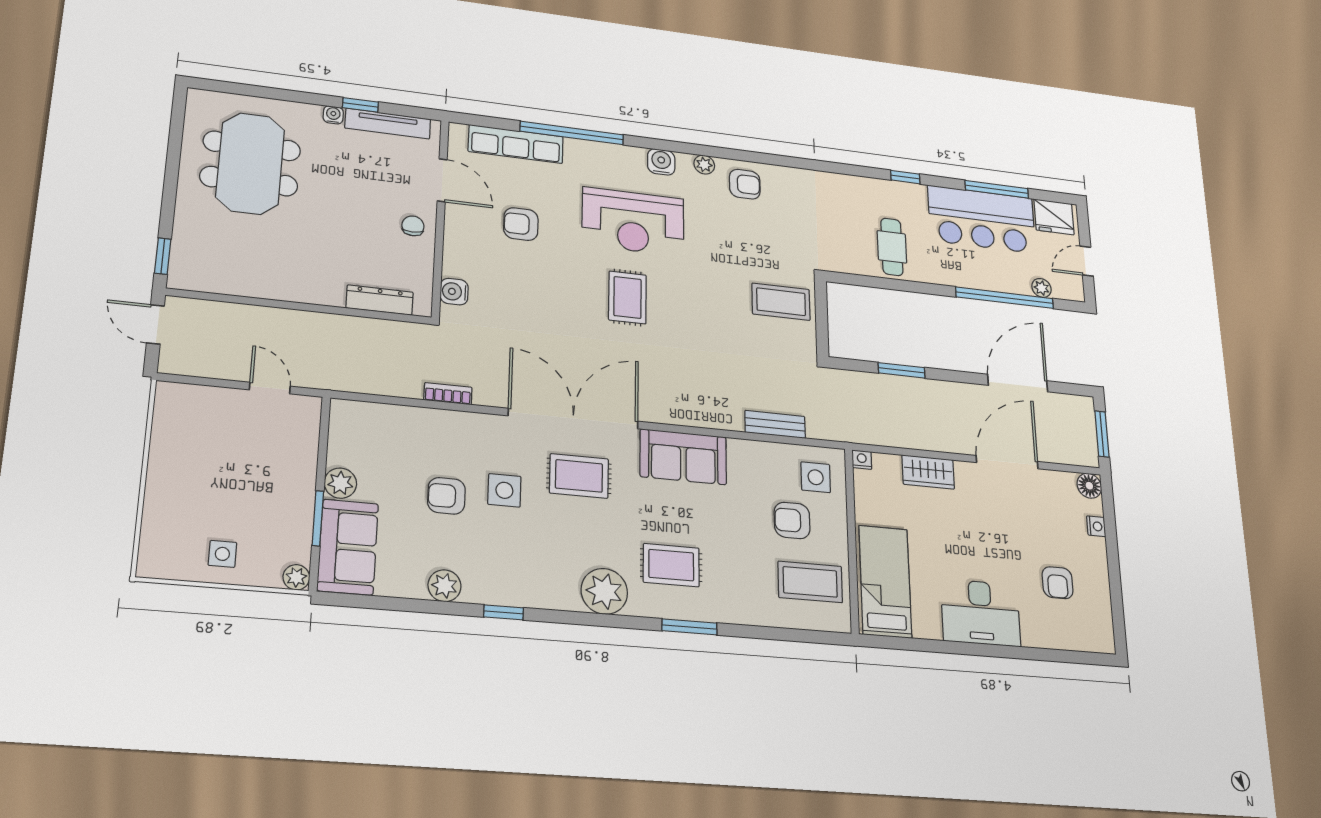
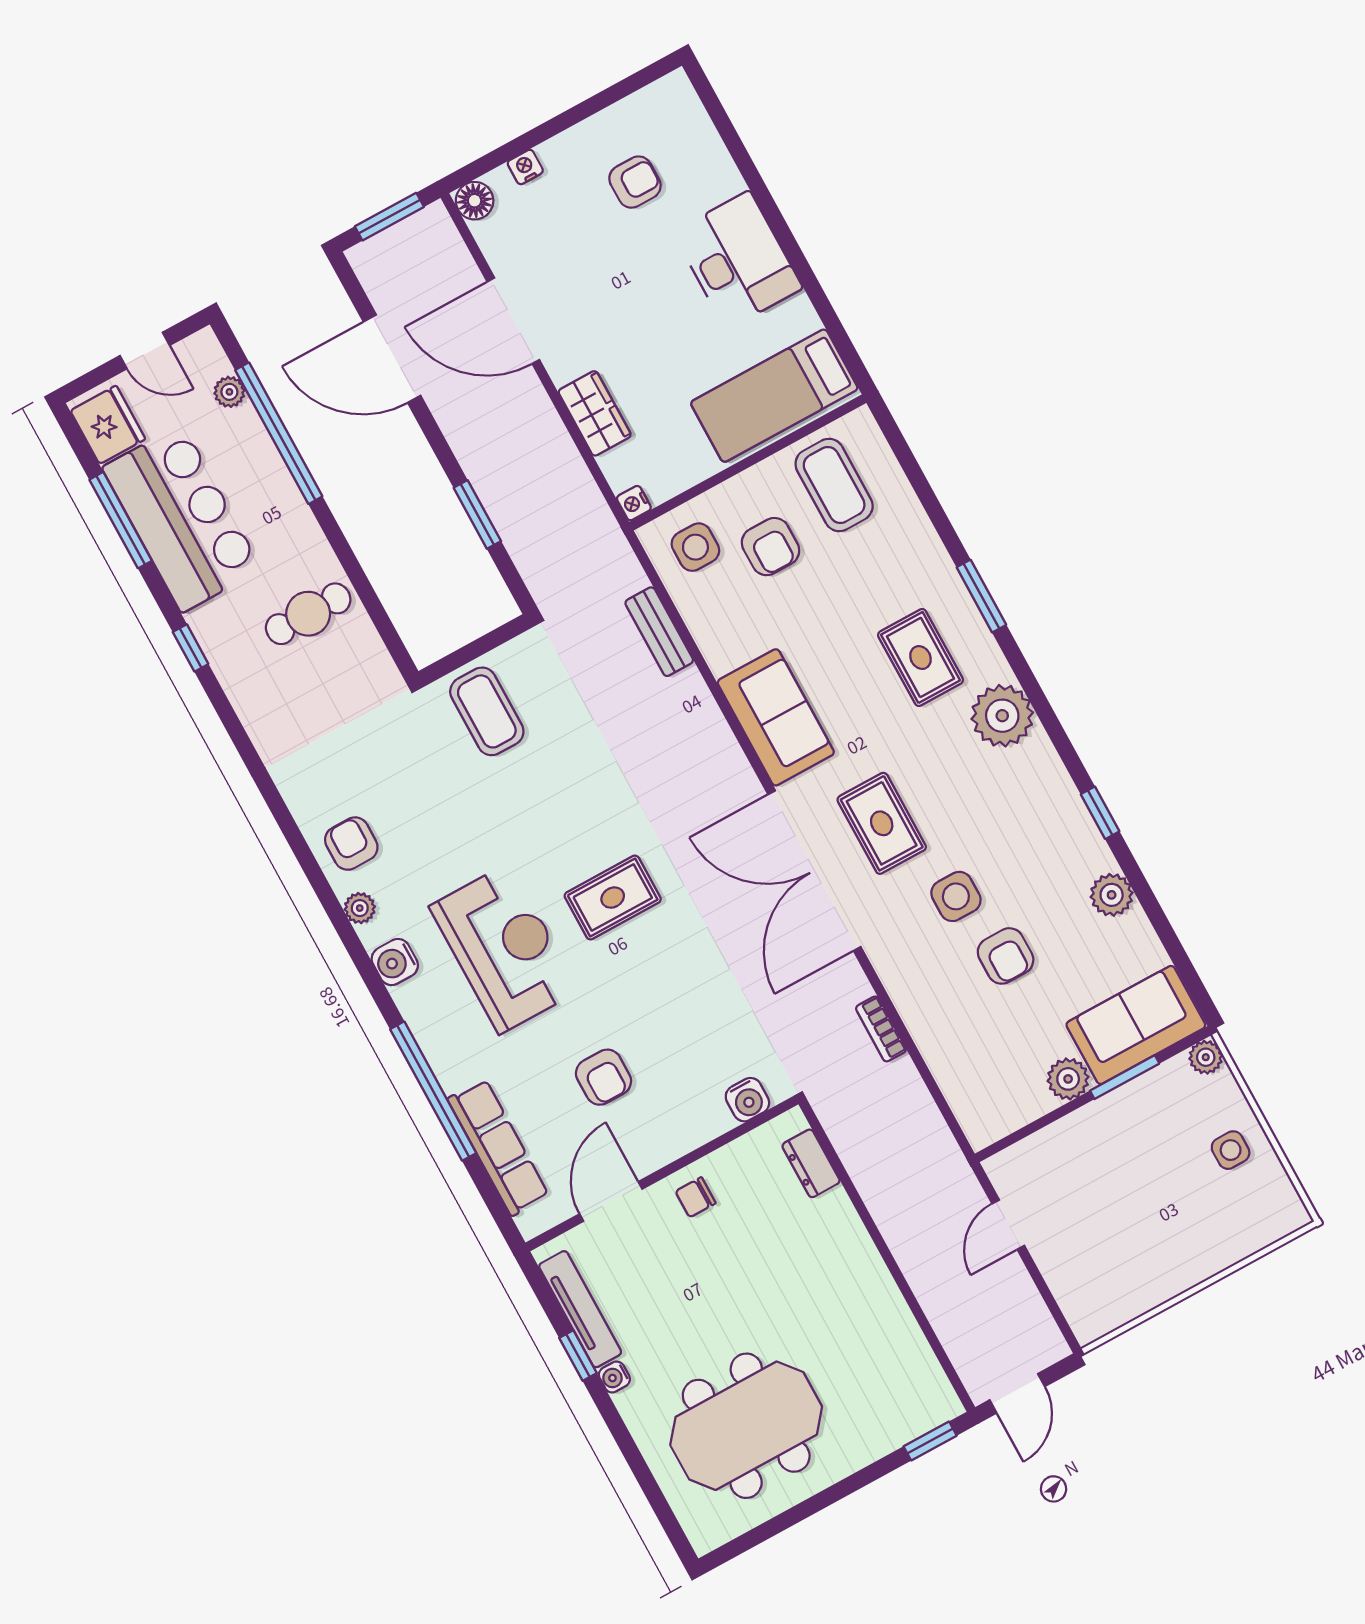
dresser: (380, 300) -> (811, 1163), width x0.70

